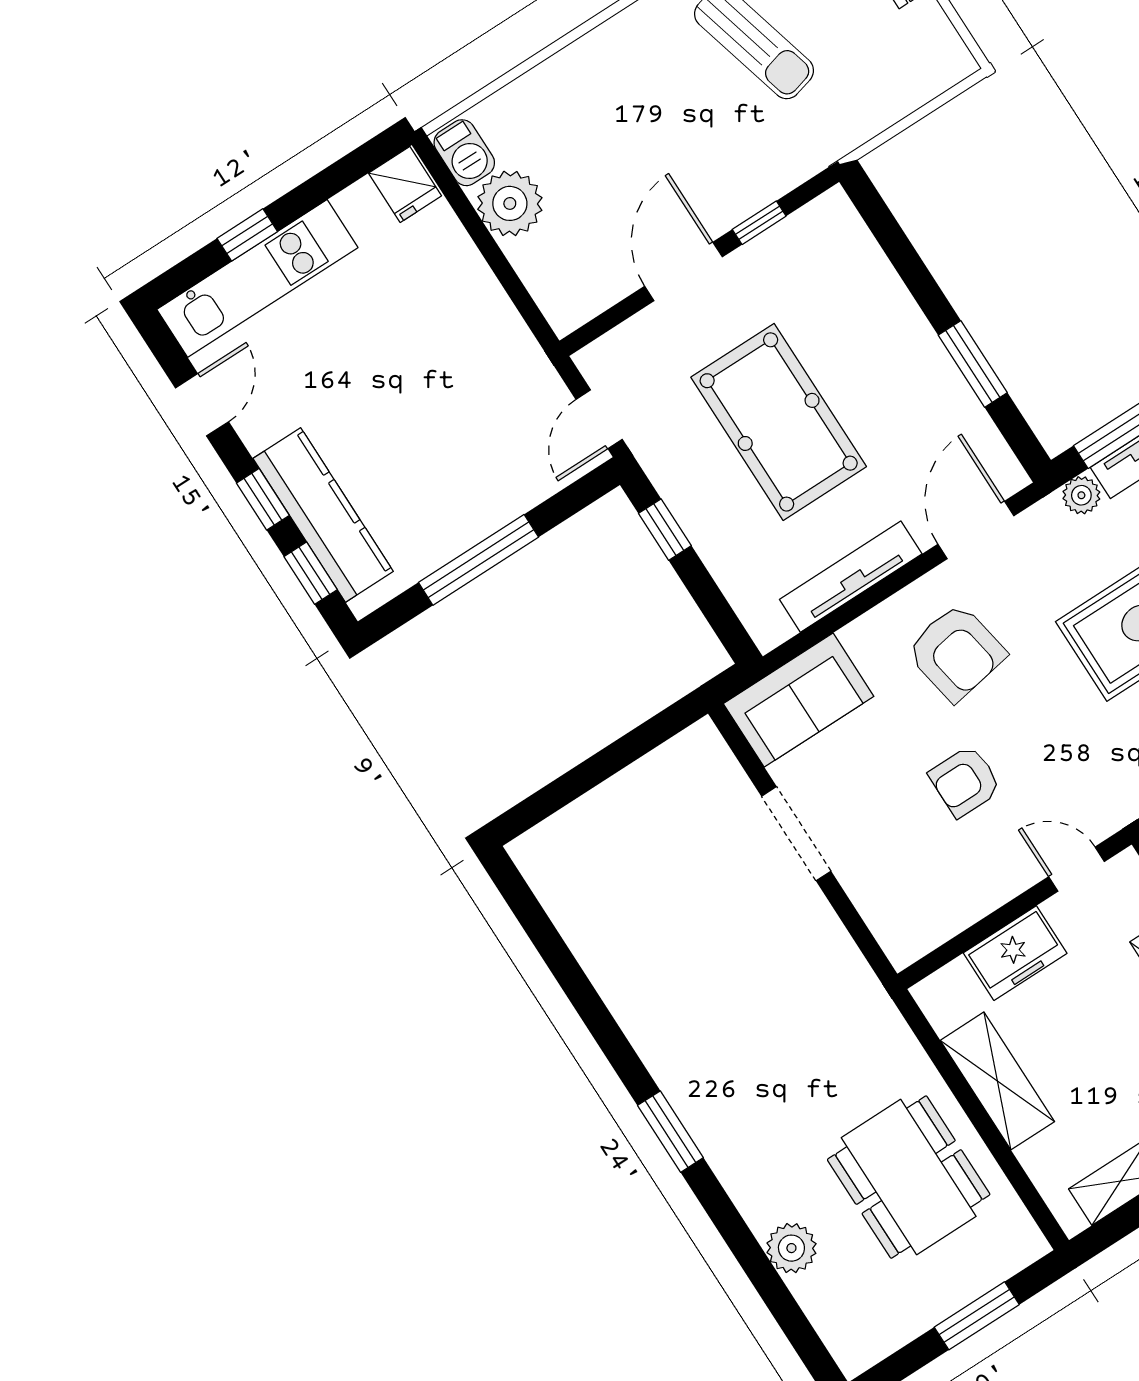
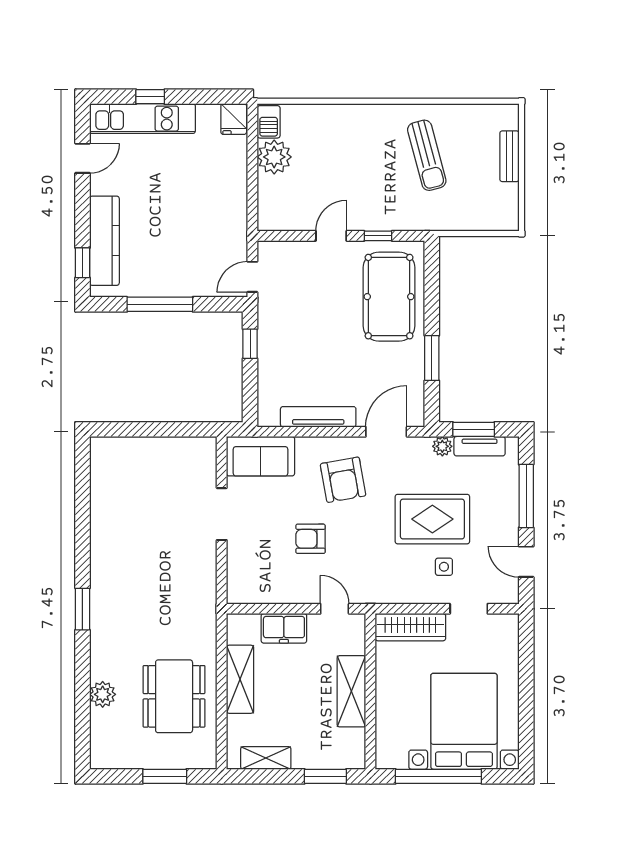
door: (683, 272) -> (331, 236), width x0.73
pool table: (779, 422) -> (389, 297), moved
window: (263, 499) -> (82, 217), removed

